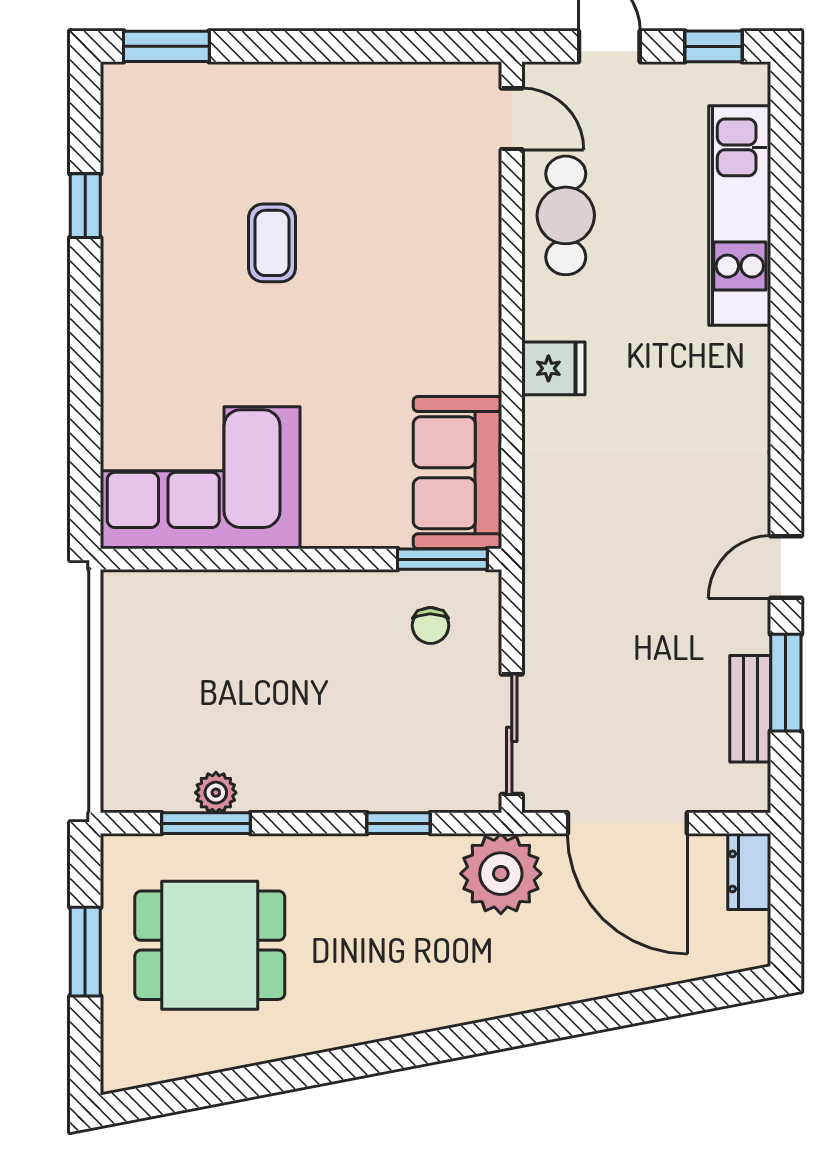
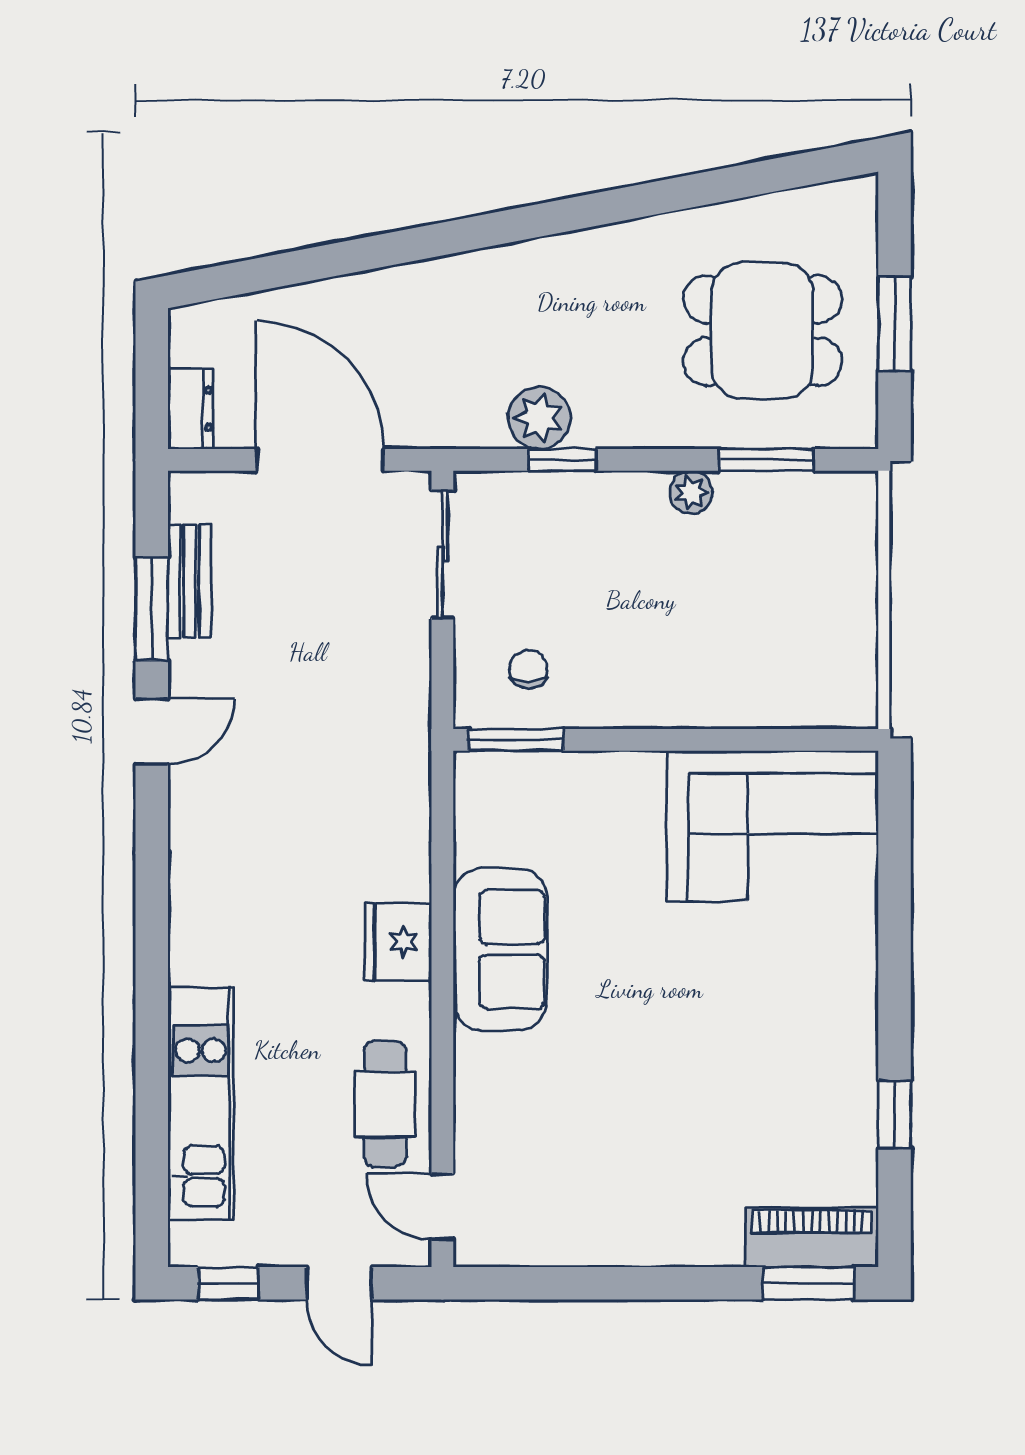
piano: (163, 90) -> (812, 1237), added
coffee table: (272, 243) -> (697, 1075), removed
fridge: (553, 368) -> (398, 942), width x1.38
sofa: (457, 473) -> (500, 949), moved
plant: (216, 793) -> (691, 492), moved
plant: (501, 874) -> (539, 418), moved, width x0.73, depth x0.73

